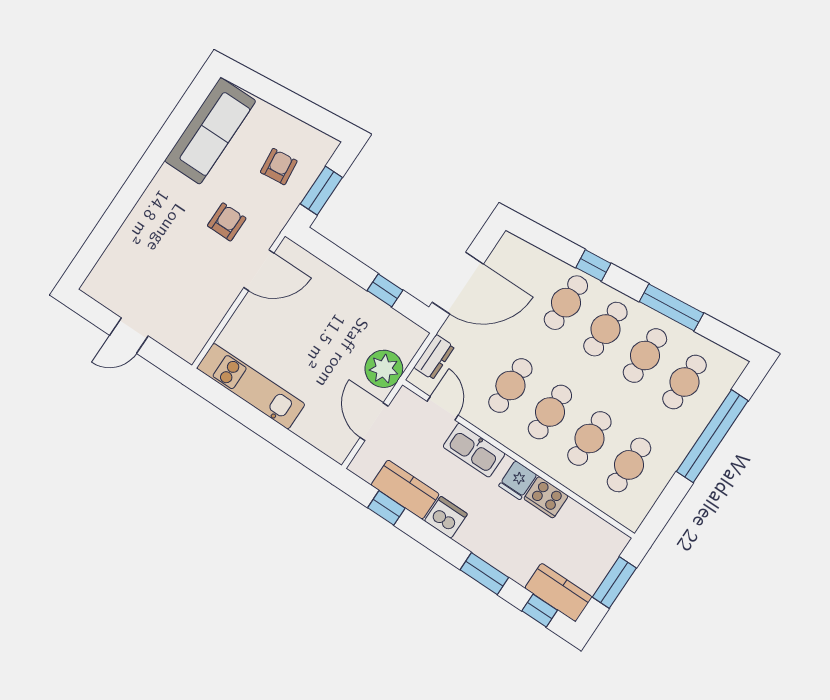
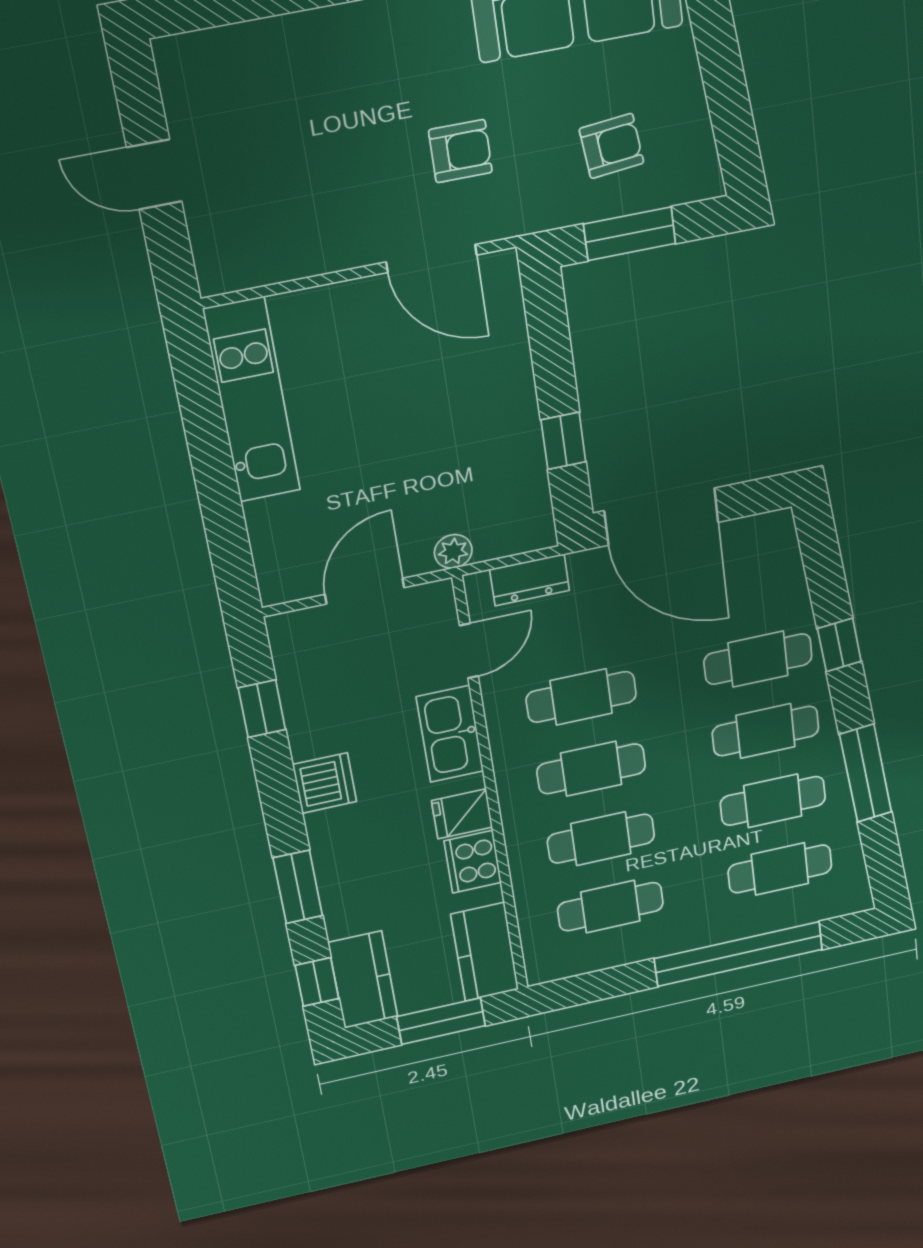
plant: (384, 369) -> (453, 551), width x0.53, depth x0.53
kitchen counter: (405, 490) -> (485, 952), moved, turned 180

